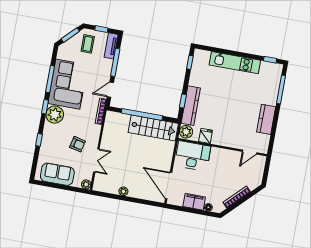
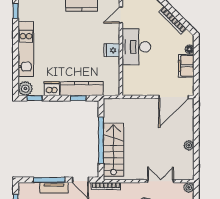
tv unit: (111, 46) -> (54, 188), moved
dishwasher: (196, 79) -> (52, 89), added
stairs: (153, 128) -> (114, 150), moved
plant: (186, 132) -> (25, 89), moved
fridge: (206, 136) -> (112, 50), moved
door: (250, 152) -> (121, 15), swing flipped
desk: (193, 156) -> (136, 47), moved

